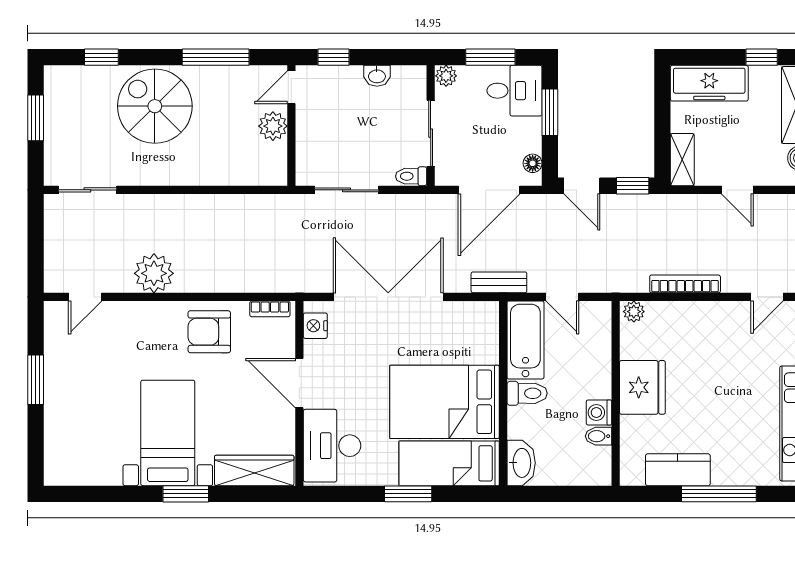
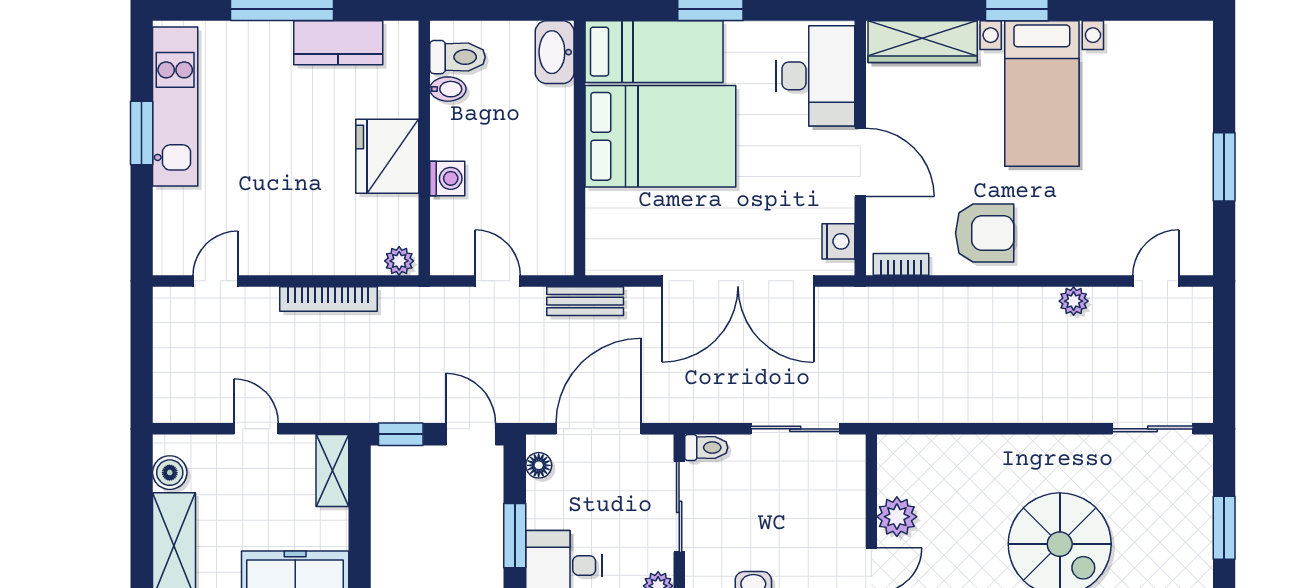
plant: (154, 273) -> (1074, 301), width x0.53, depth x0.53
bathtub: (525, 340) -> (549, 222), removed
toilet: (527, 393) -> (457, 57), moved, turned 180
washing machine: (599, 412) -> (447, 178), moved

